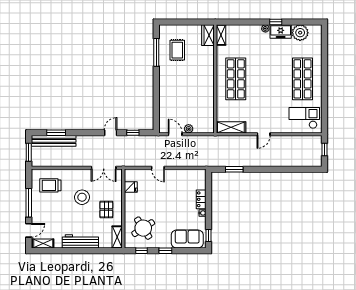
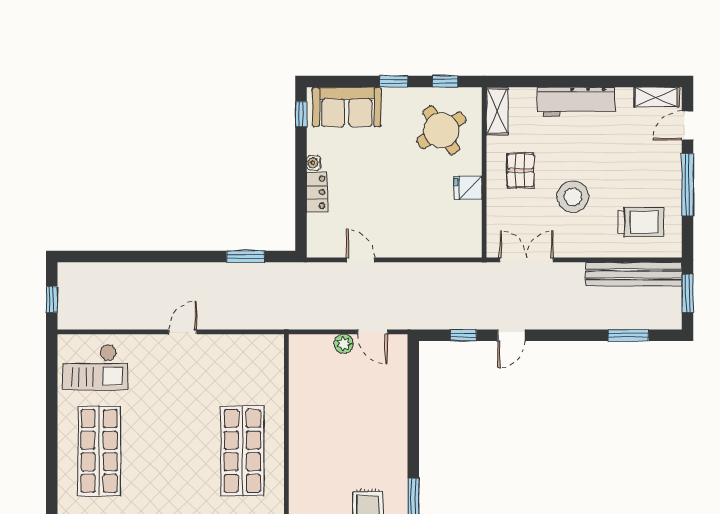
shelving: (231, 127) -> (253, 347), removed
bench: (54, 141) -> (634, 274), moved
door: (158, 168) -> (361, 260), moved
fridge: (131, 187) -> (468, 188), moved

